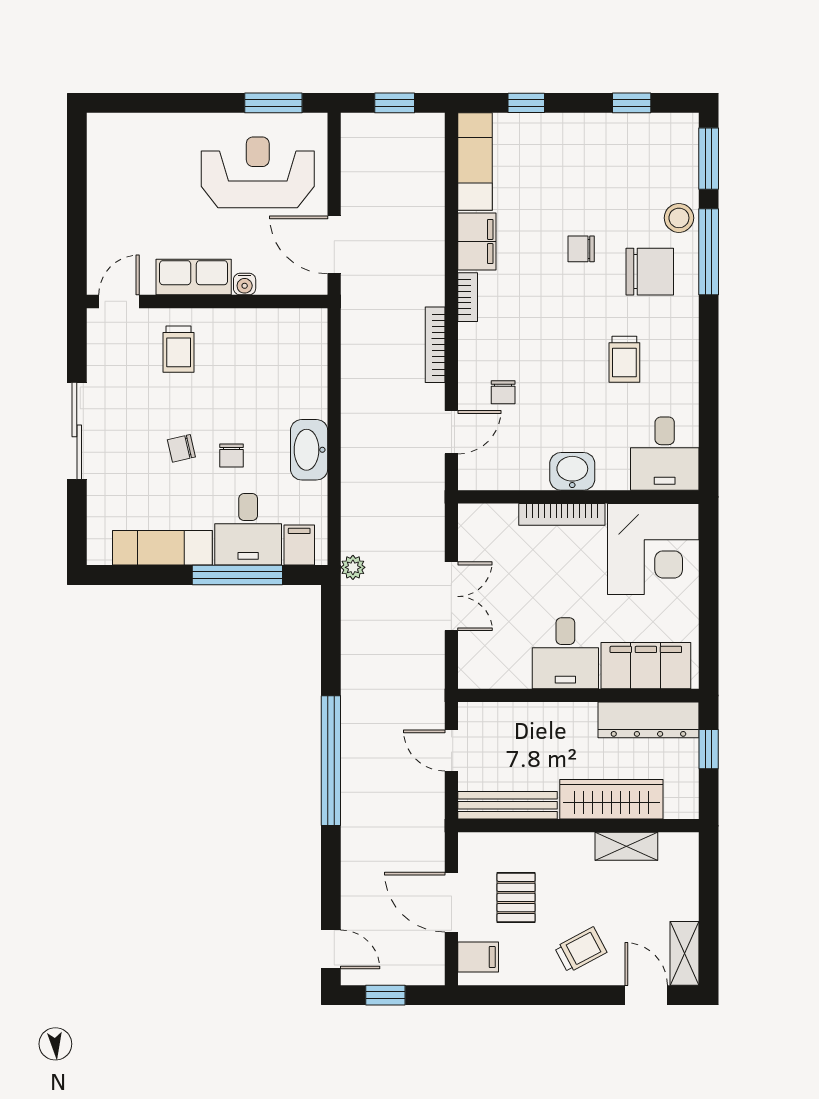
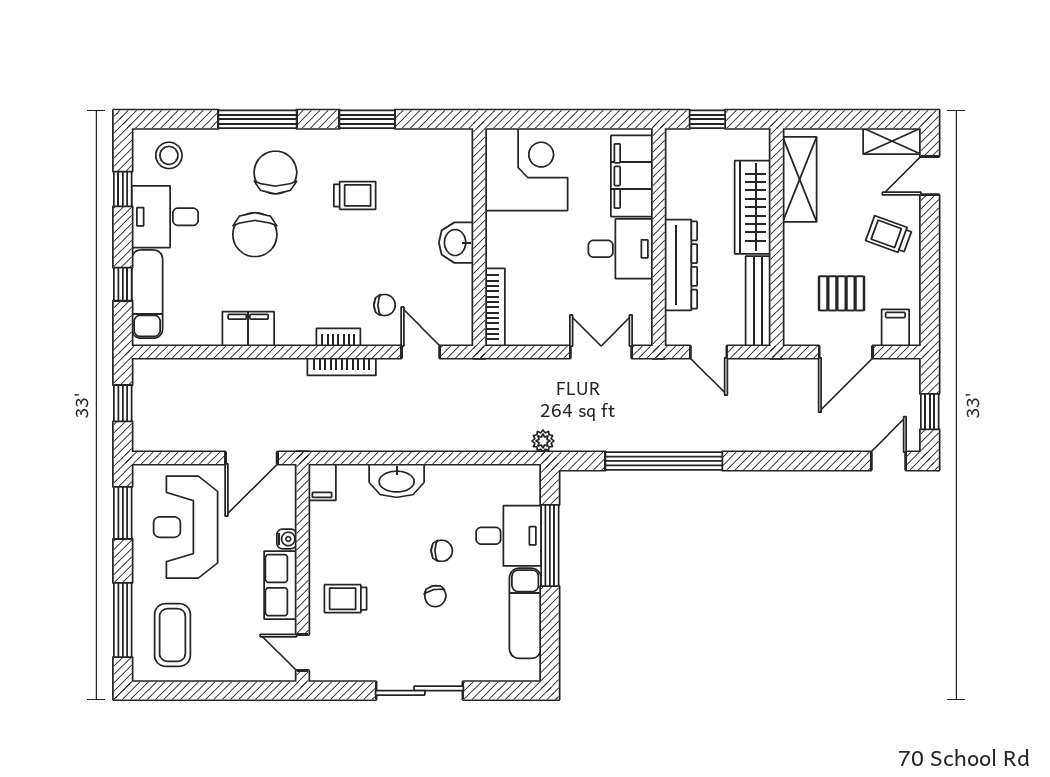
window: (155, 103) -> (123, 620), added
coffee table: (138, 158) -> (172, 635), added
window: (709, 159) -> (367, 119), moved
exam couch: (475, 161) -> (147, 294), moved, turned 90
stool: (679, 218) -> (169, 155), moved
chair: (581, 249) -> (255, 235), width x1.87, depth x1.87
bookcase: (468, 297) -> (338, 337), moved
trolley: (179, 349) -> (346, 599), turned 180
washbasin: (309, 450) -> (397, 481), moved
desk: (665, 454) -> (165, 217), moved, turned 180
bookcase: (562, 514) -> (495, 307), moved
filing cabinet: (299, 545) -> (322, 482), moved, turned -90
double door: (451, 596) -> (601, 352), moved
dresser: (648, 720) -> (681, 265), moved
door: (451, 751) -> (709, 352), hinge flipped
window: (331, 761) -> (664, 461), moved
shelving: (626, 846) -> (800, 179), width x1.50, depth x1.33
trolley: (581, 950) -> (889, 235), turned -42

